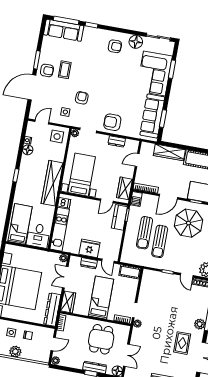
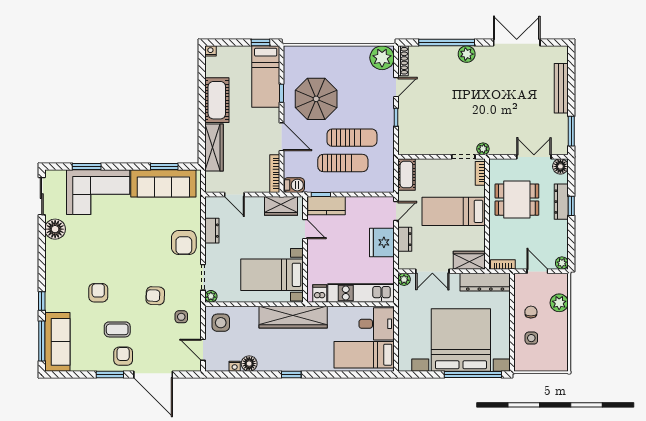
armchair: (115, 46) -> (98, 293), moved
rug: (182, 343) -> (500, 75), removed
plant: (15, 352) -> (559, 303), moved

